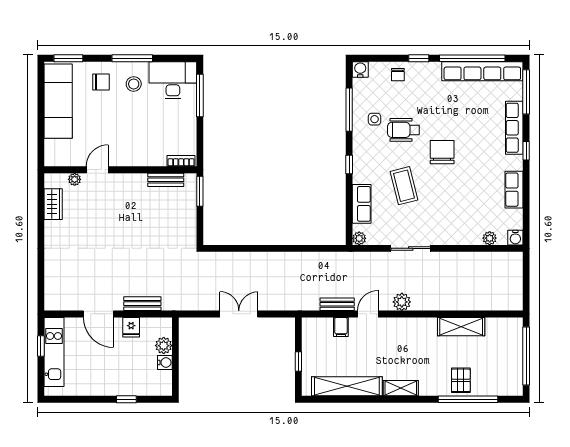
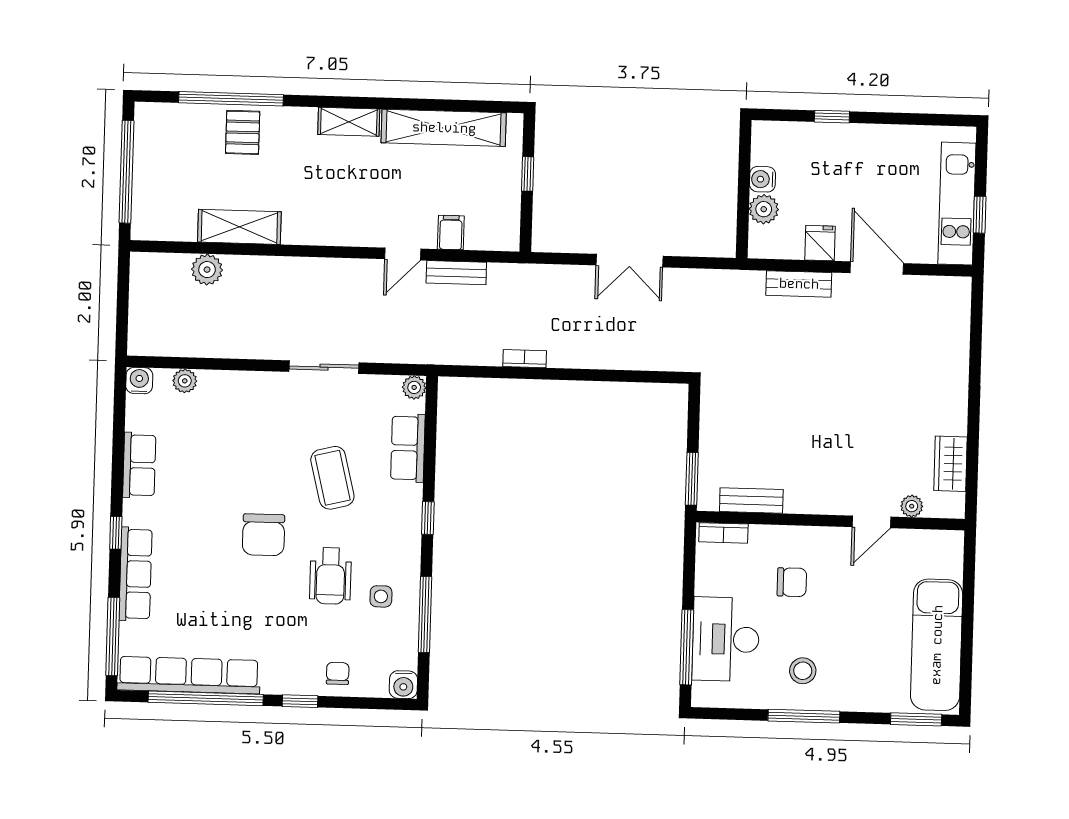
desk: (173, 80) -> (726, 639), moved, turned 90
chair: (101, 82) -> (792, 582), moved, turned 180
wheelchair: (404, 130) -> (330, 576), turned 90
bookcase: (297, 257) -> (525, 359), added
plant: (402, 302) -> (207, 270), moved

